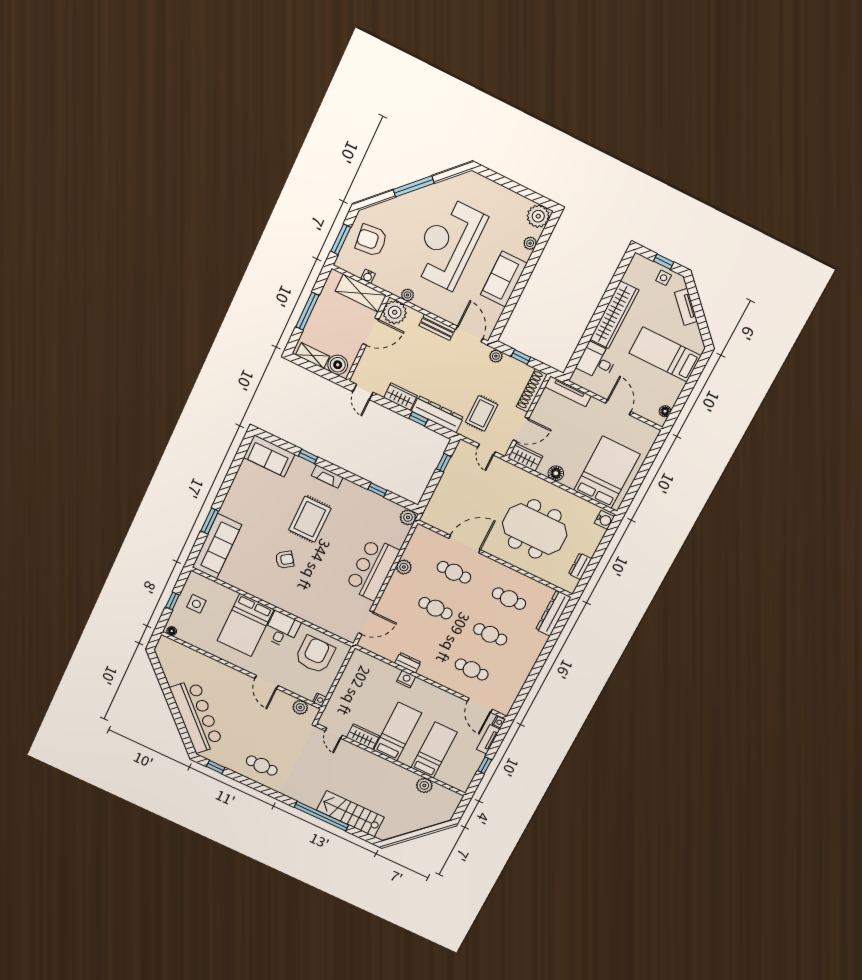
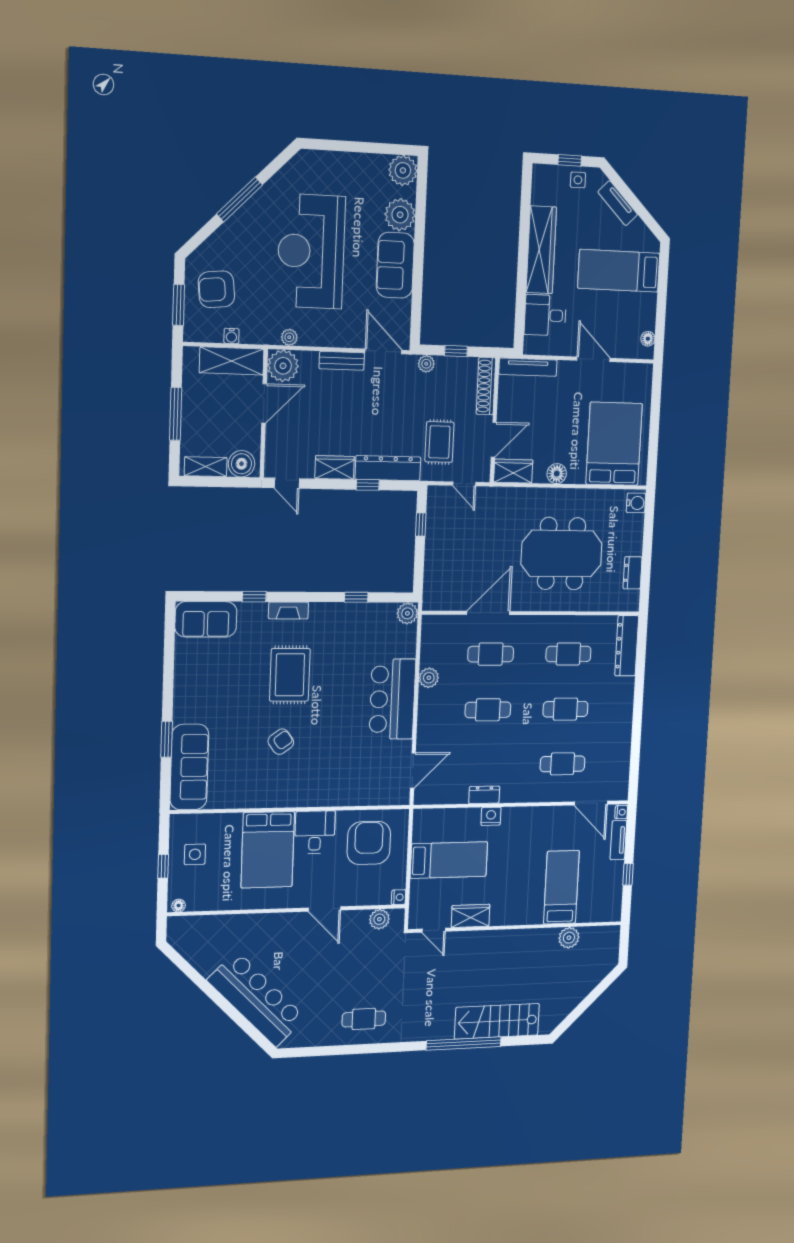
plant: (530, 243) -> (400, 215), width x1.88, depth x1.88
bed: (398, 732) -> (449, 860), moved, turned 90
window: (216, 767) -> (308, 1052), removed

